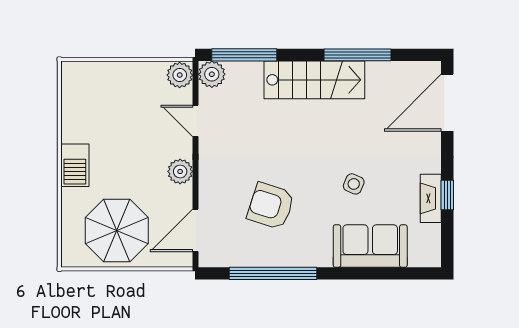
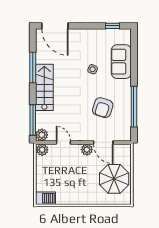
door: (196, 121) -> (63, 142), swing flipped
barbecue: (75, 165) -> (45, 198), moved
window: (447, 195) -> (113, 26), moved
fireplace: (431, 198) -> (99, 34), removed
door: (196, 230) -> (103, 142), moved

